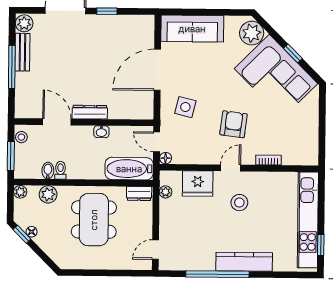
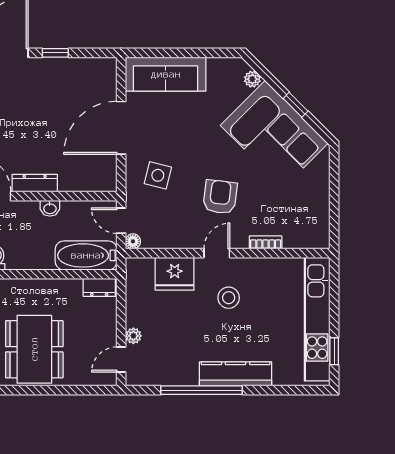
plant: (252, 33) -> (252, 79), width x0.53, depth x0.53
plant: (166, 192) -> (133, 336), moved
dining table: (94, 220) -> (34, 349), moved

